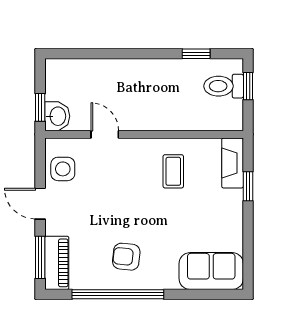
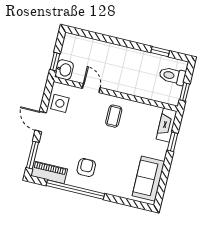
window: (248, 86) -> (185, 92), moved
coffee table: (173, 171) -> (114, 116), moved
armchair: (126, 257) -> (86, 167), turned 84
piano: (57, 263) -> (49, 172), moved, turned -90
sofa: (211, 271) -> (148, 179), moved, turned -90

